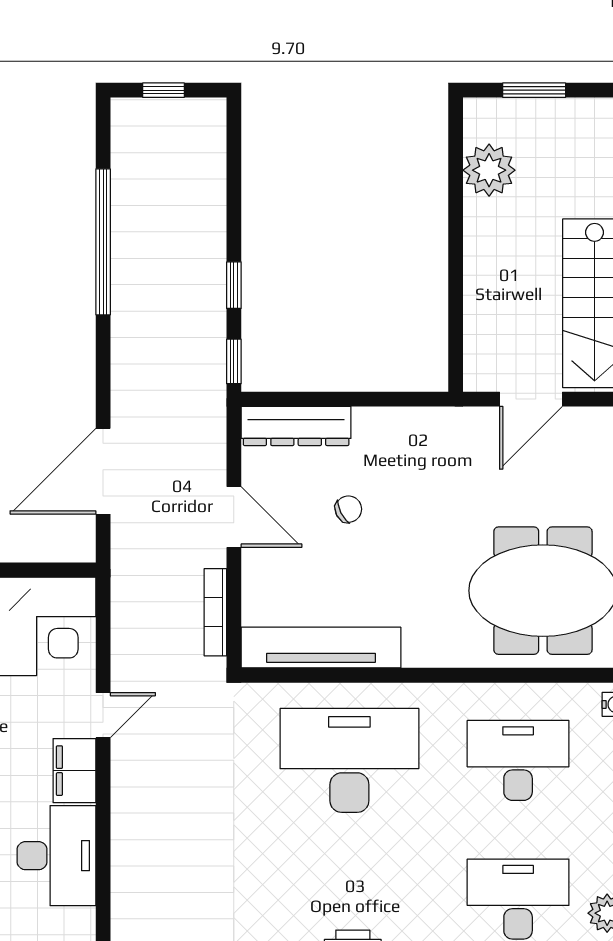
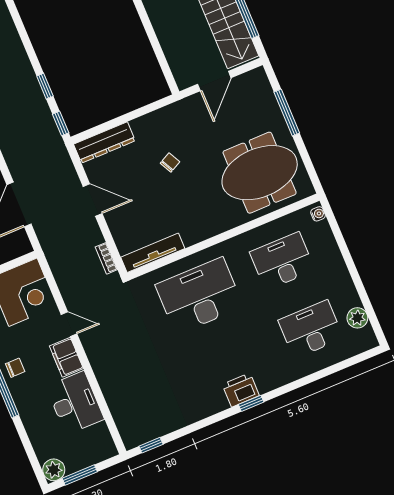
chair: (348, 509) -> (170, 163), moved
bookcase: (215, 612) -> (106, 258), width x0.64
tv unit: (321, 648) -> (153, 253), width x0.73, depth x0.78
door: (103, 715) -> (69, 324), hinge flipped

